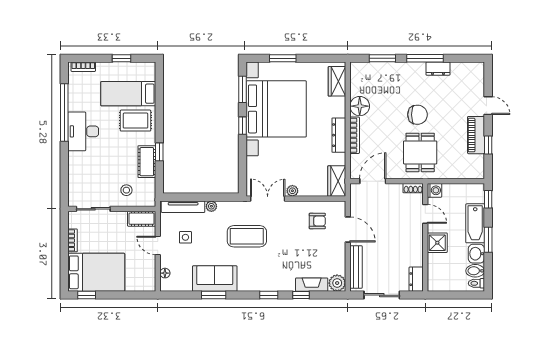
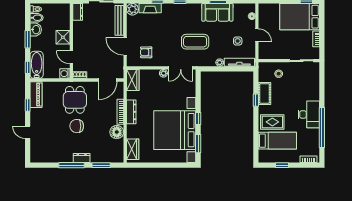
window: (283, 58) -> (170, 165), removed
dresser: (438, 69) -> (82, 158), moved
piano: (476, 135) -> (36, 95), moved
cot: (142, 219) -> (268, 54), removed
bathtub: (475, 223) -> (37, 65), moved

